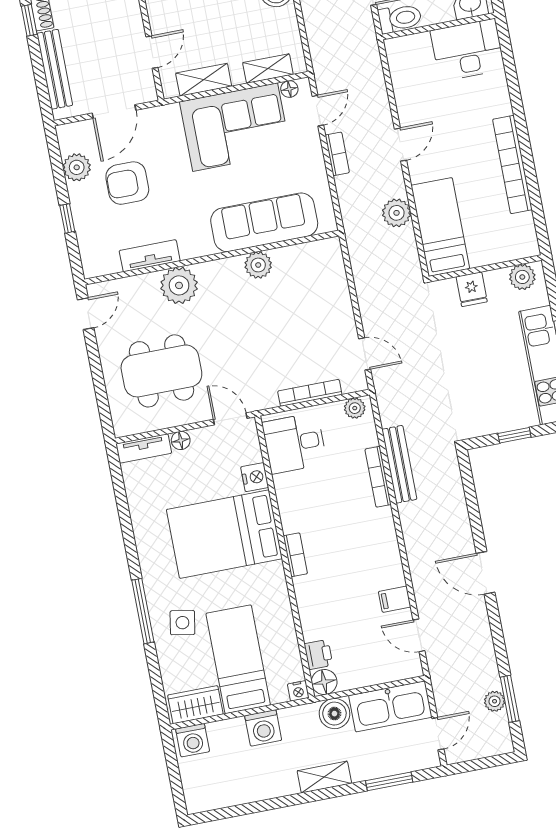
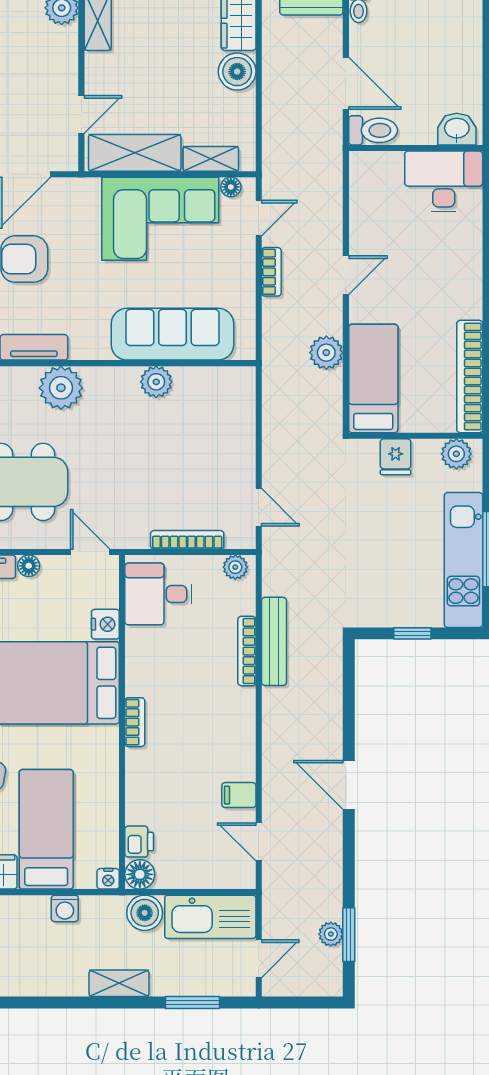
shelving: (204, 80) -> (135, 153), width x1.50, depth x1.33
bookcase: (512, 165) -> (470, 377), moved
washing machine: (263, 728) -> (65, 908), width x0.73, depth x0.73

